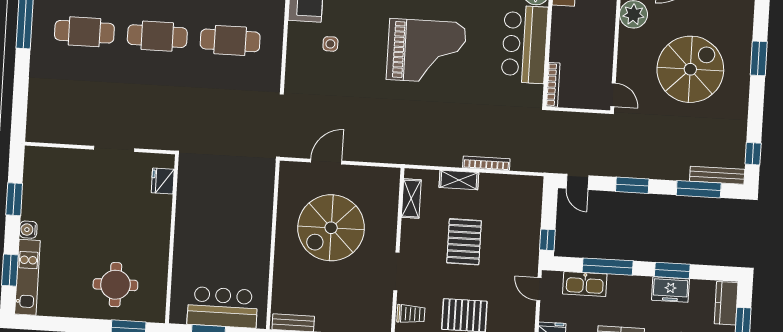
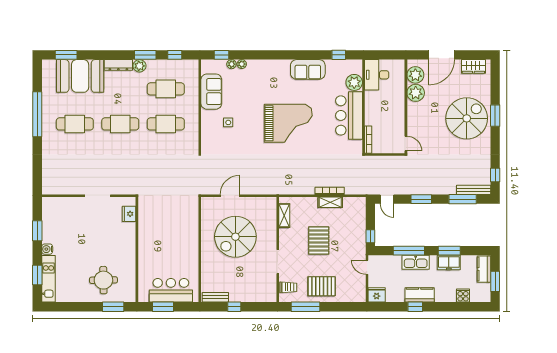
spiral stairs: (690, 69) -> (467, 118), moved
shelving: (459, 180) -> (330, 202), moved
kitchen sink: (585, 284) -> (416, 262), moved

